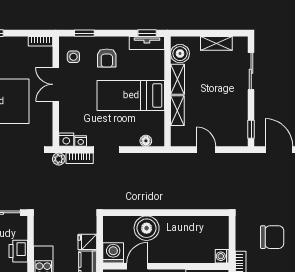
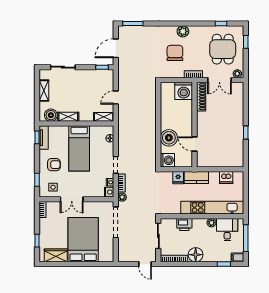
shelving: (177, 111) -> (104, 117), moved
washing machine: (113, 253) -> (167, 160), moved, turned 180
washing machine: (222, 256) -> (184, 91), width x1.89, depth x1.89

